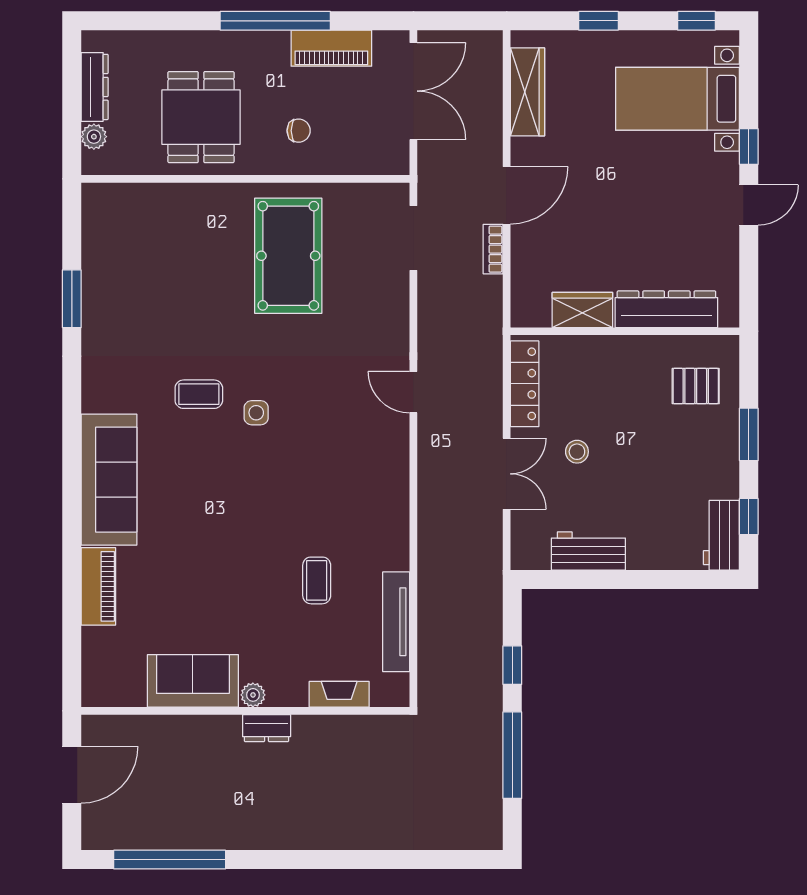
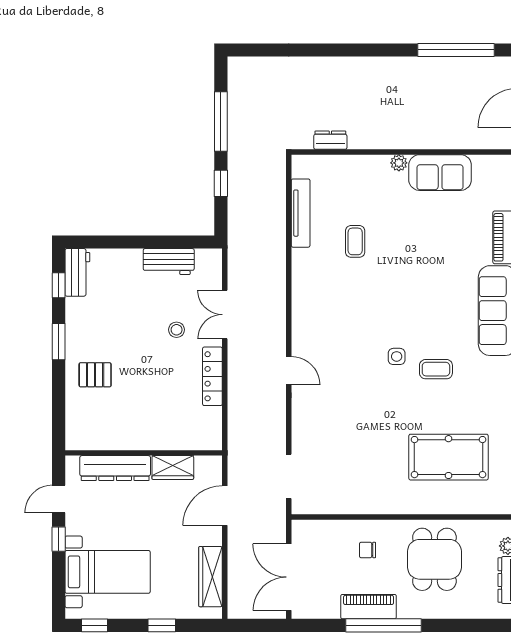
piano: (331, 48) -> (369, 607), moved
bookcase: (493, 249) -> (234, 469), removed
pool table: (288, 256) -> (449, 457), moved, turned 90
dresser: (666, 309) -> (115, 468), moved
wardrobe: (582, 310) -> (173, 468), moved
wall: (625, 331) -> (144, 453), moved
fireplace: (339, 694) -> (340, 163), removed
dresser: (267, 728) -> (330, 140), moved

